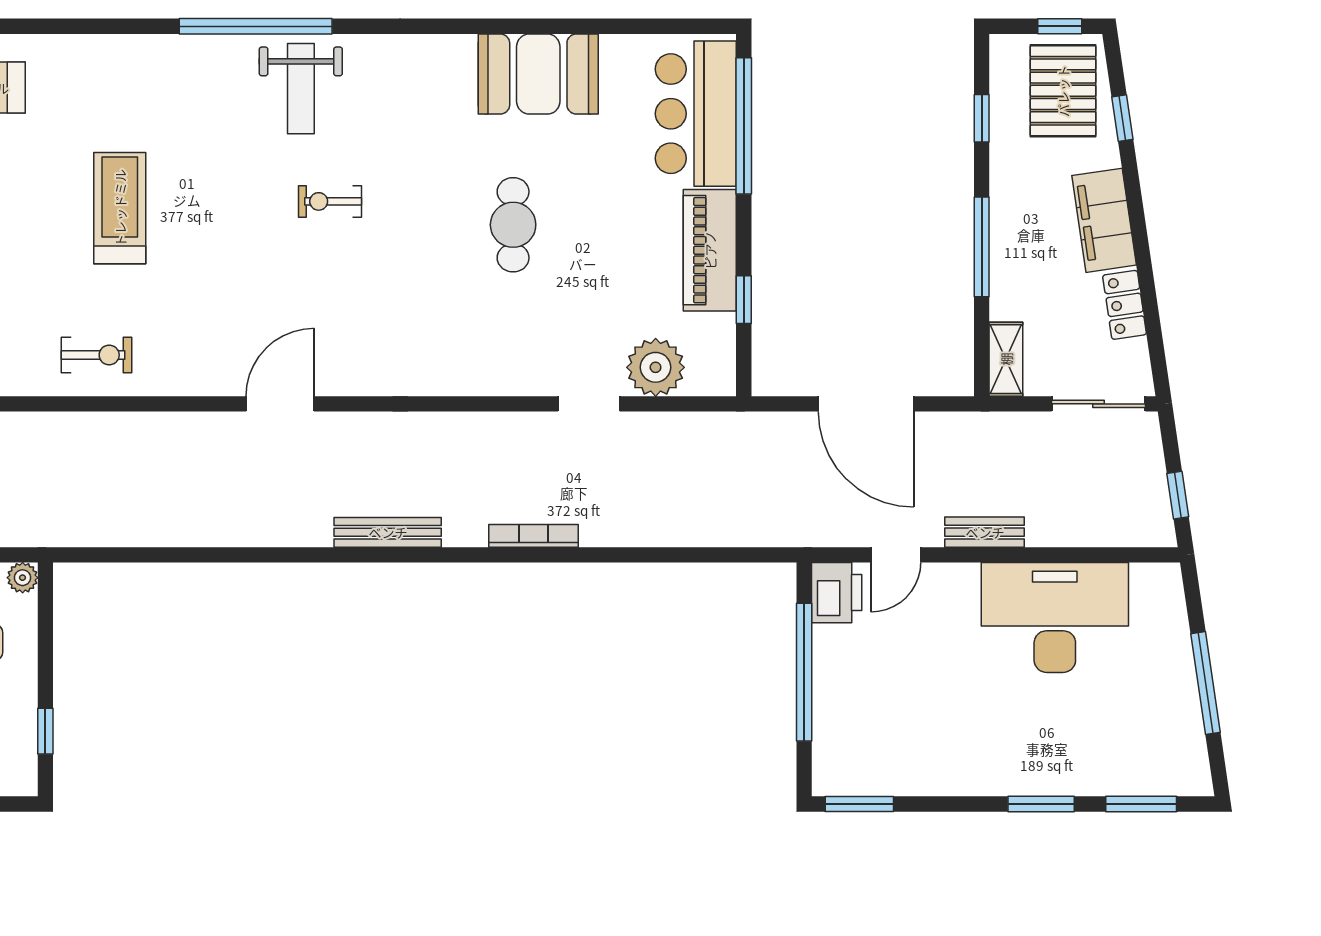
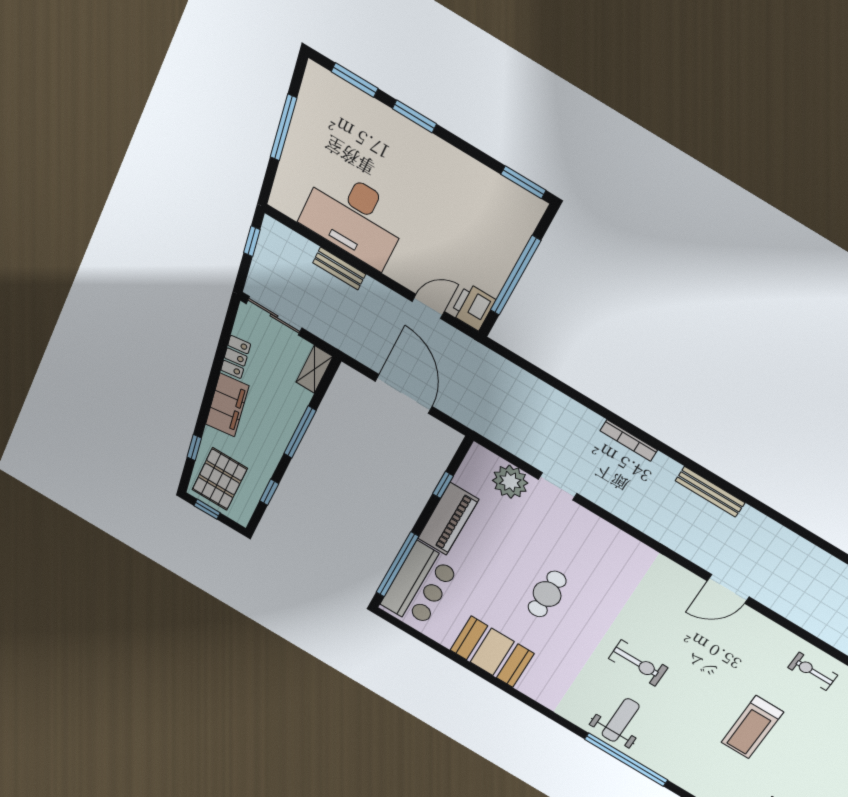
exercise bike: (330, 201) -> (638, 663), width x1.38, depth x1.39
bench: (985, 532) -> (339, 268), moved

